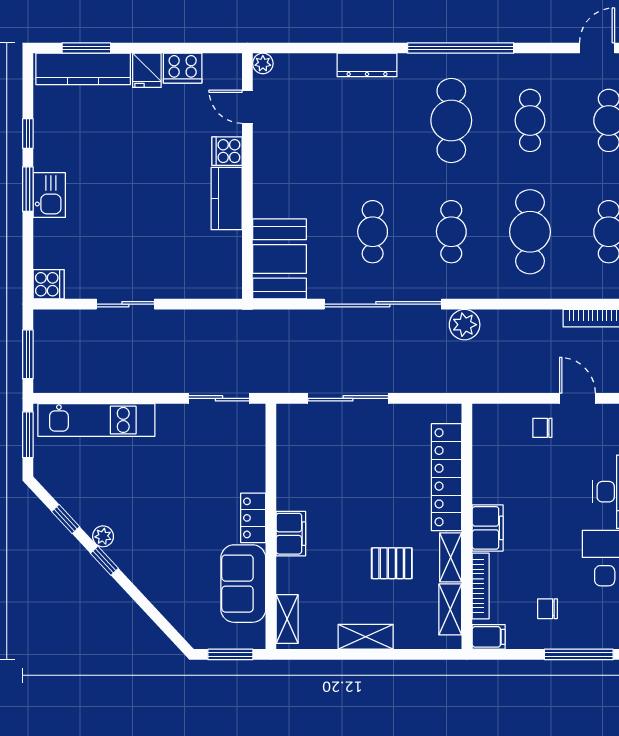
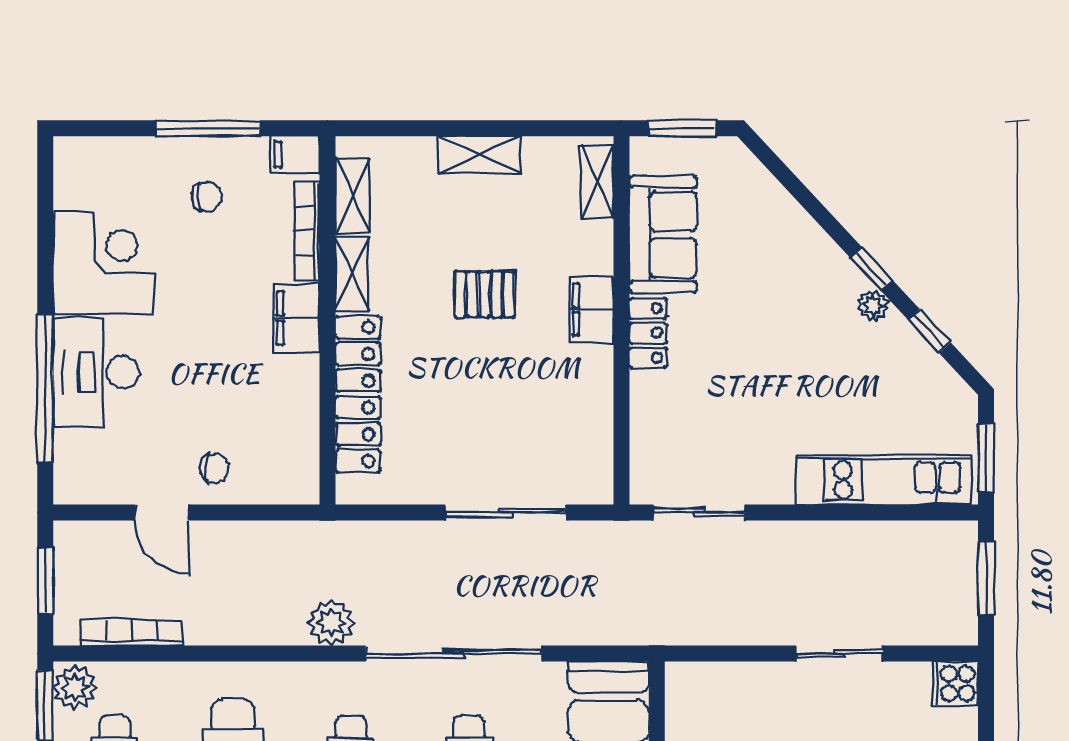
pallet: (392, 563) -> (485, 294), moved
window: (579, 654) -> (208, 128), moved

